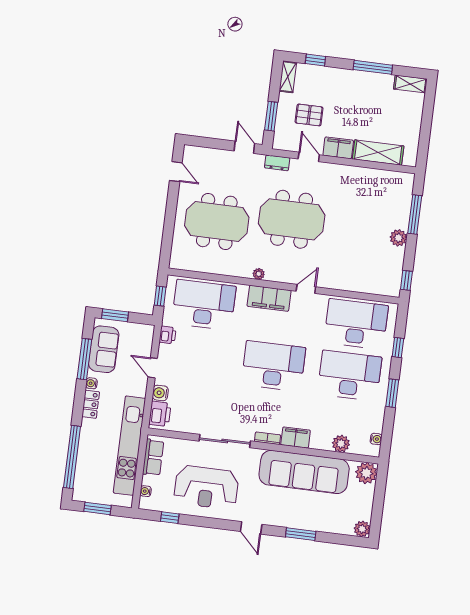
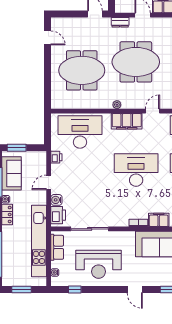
window: (160, 296) -> (47, 130), removed
door: (153, 368) -> (49, 182), hinge flipped
sliding door: (225, 441) -> (90, 229), moved

